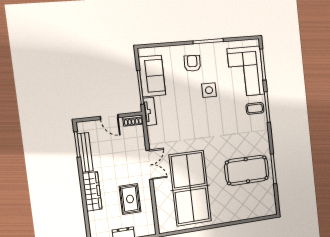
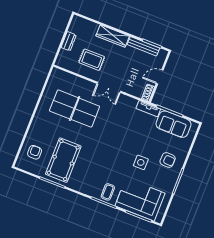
table tennis table: (190, 188) -> (75, 109), width x0.73, depth x0.76
armchair: (254, 203) -> (35, 152), added

